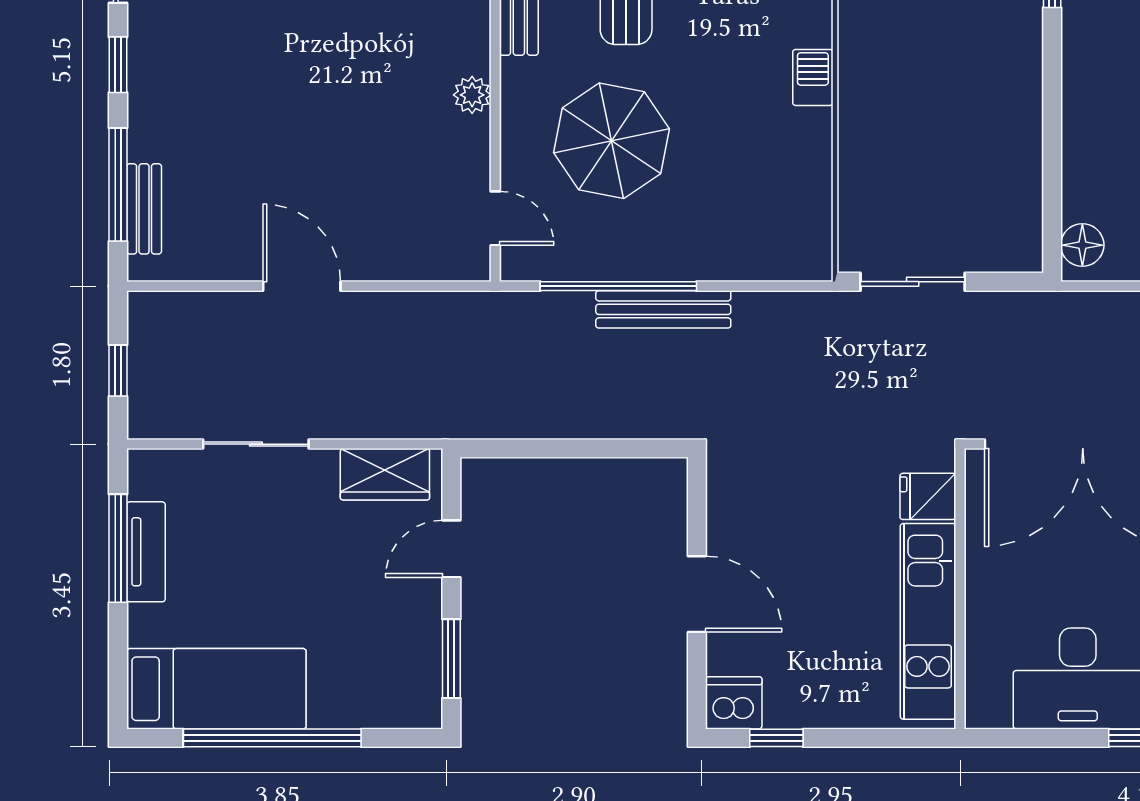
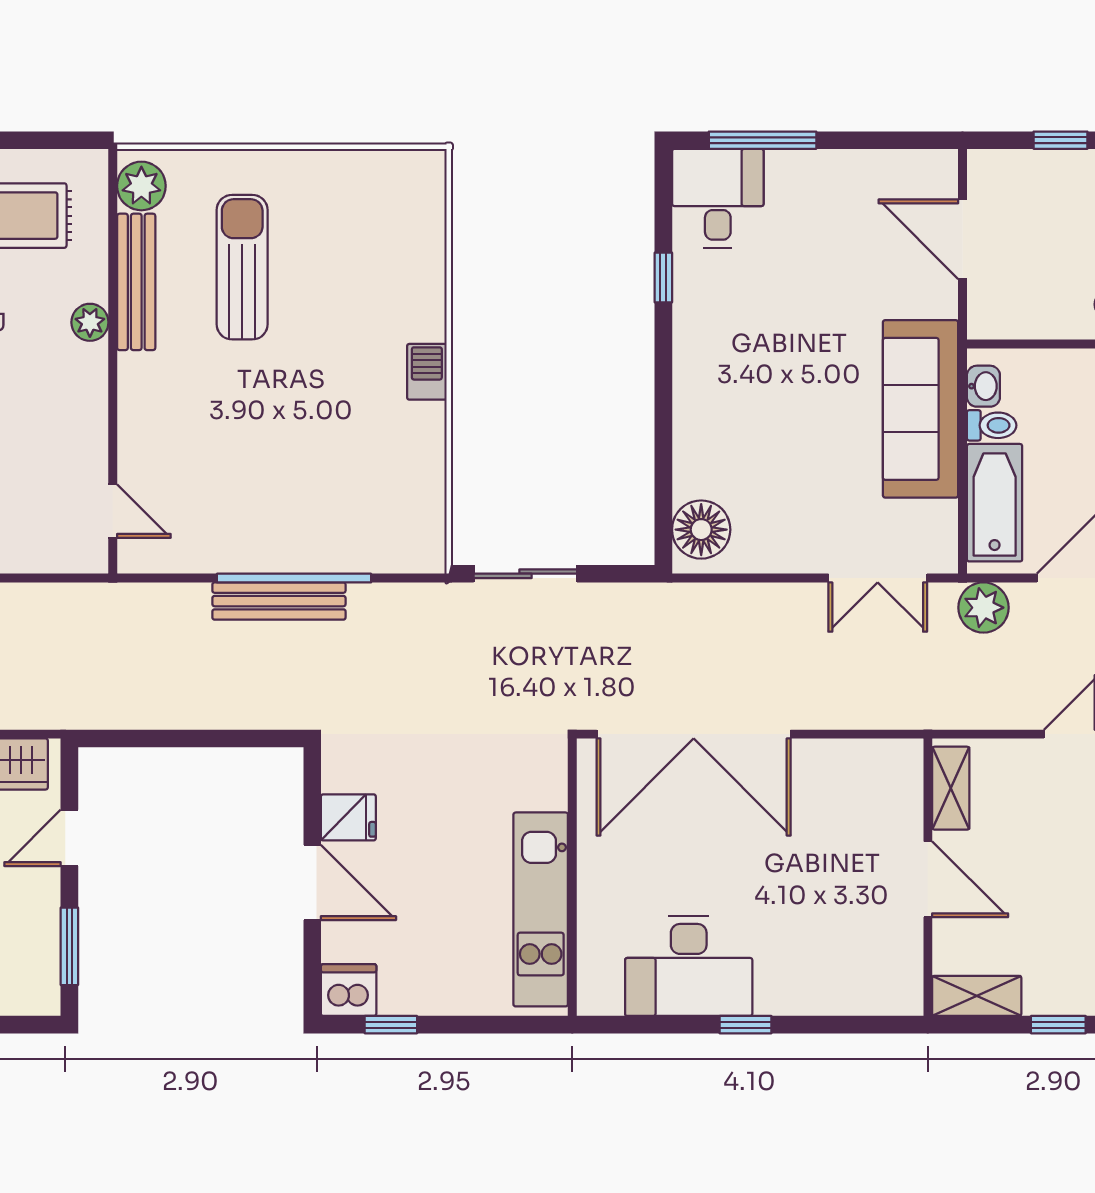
plant: (472, 95) -> (90, 322), moved
parasol: (611, 141) -> (228, 434), removed
floor lamp: (1082, 245) -> (701, 530), width x1.38, depth x1.38
window: (618, 286) -> (294, 578), moved
fridge: (928, 496) -> (348, 817), moved, turned 180

